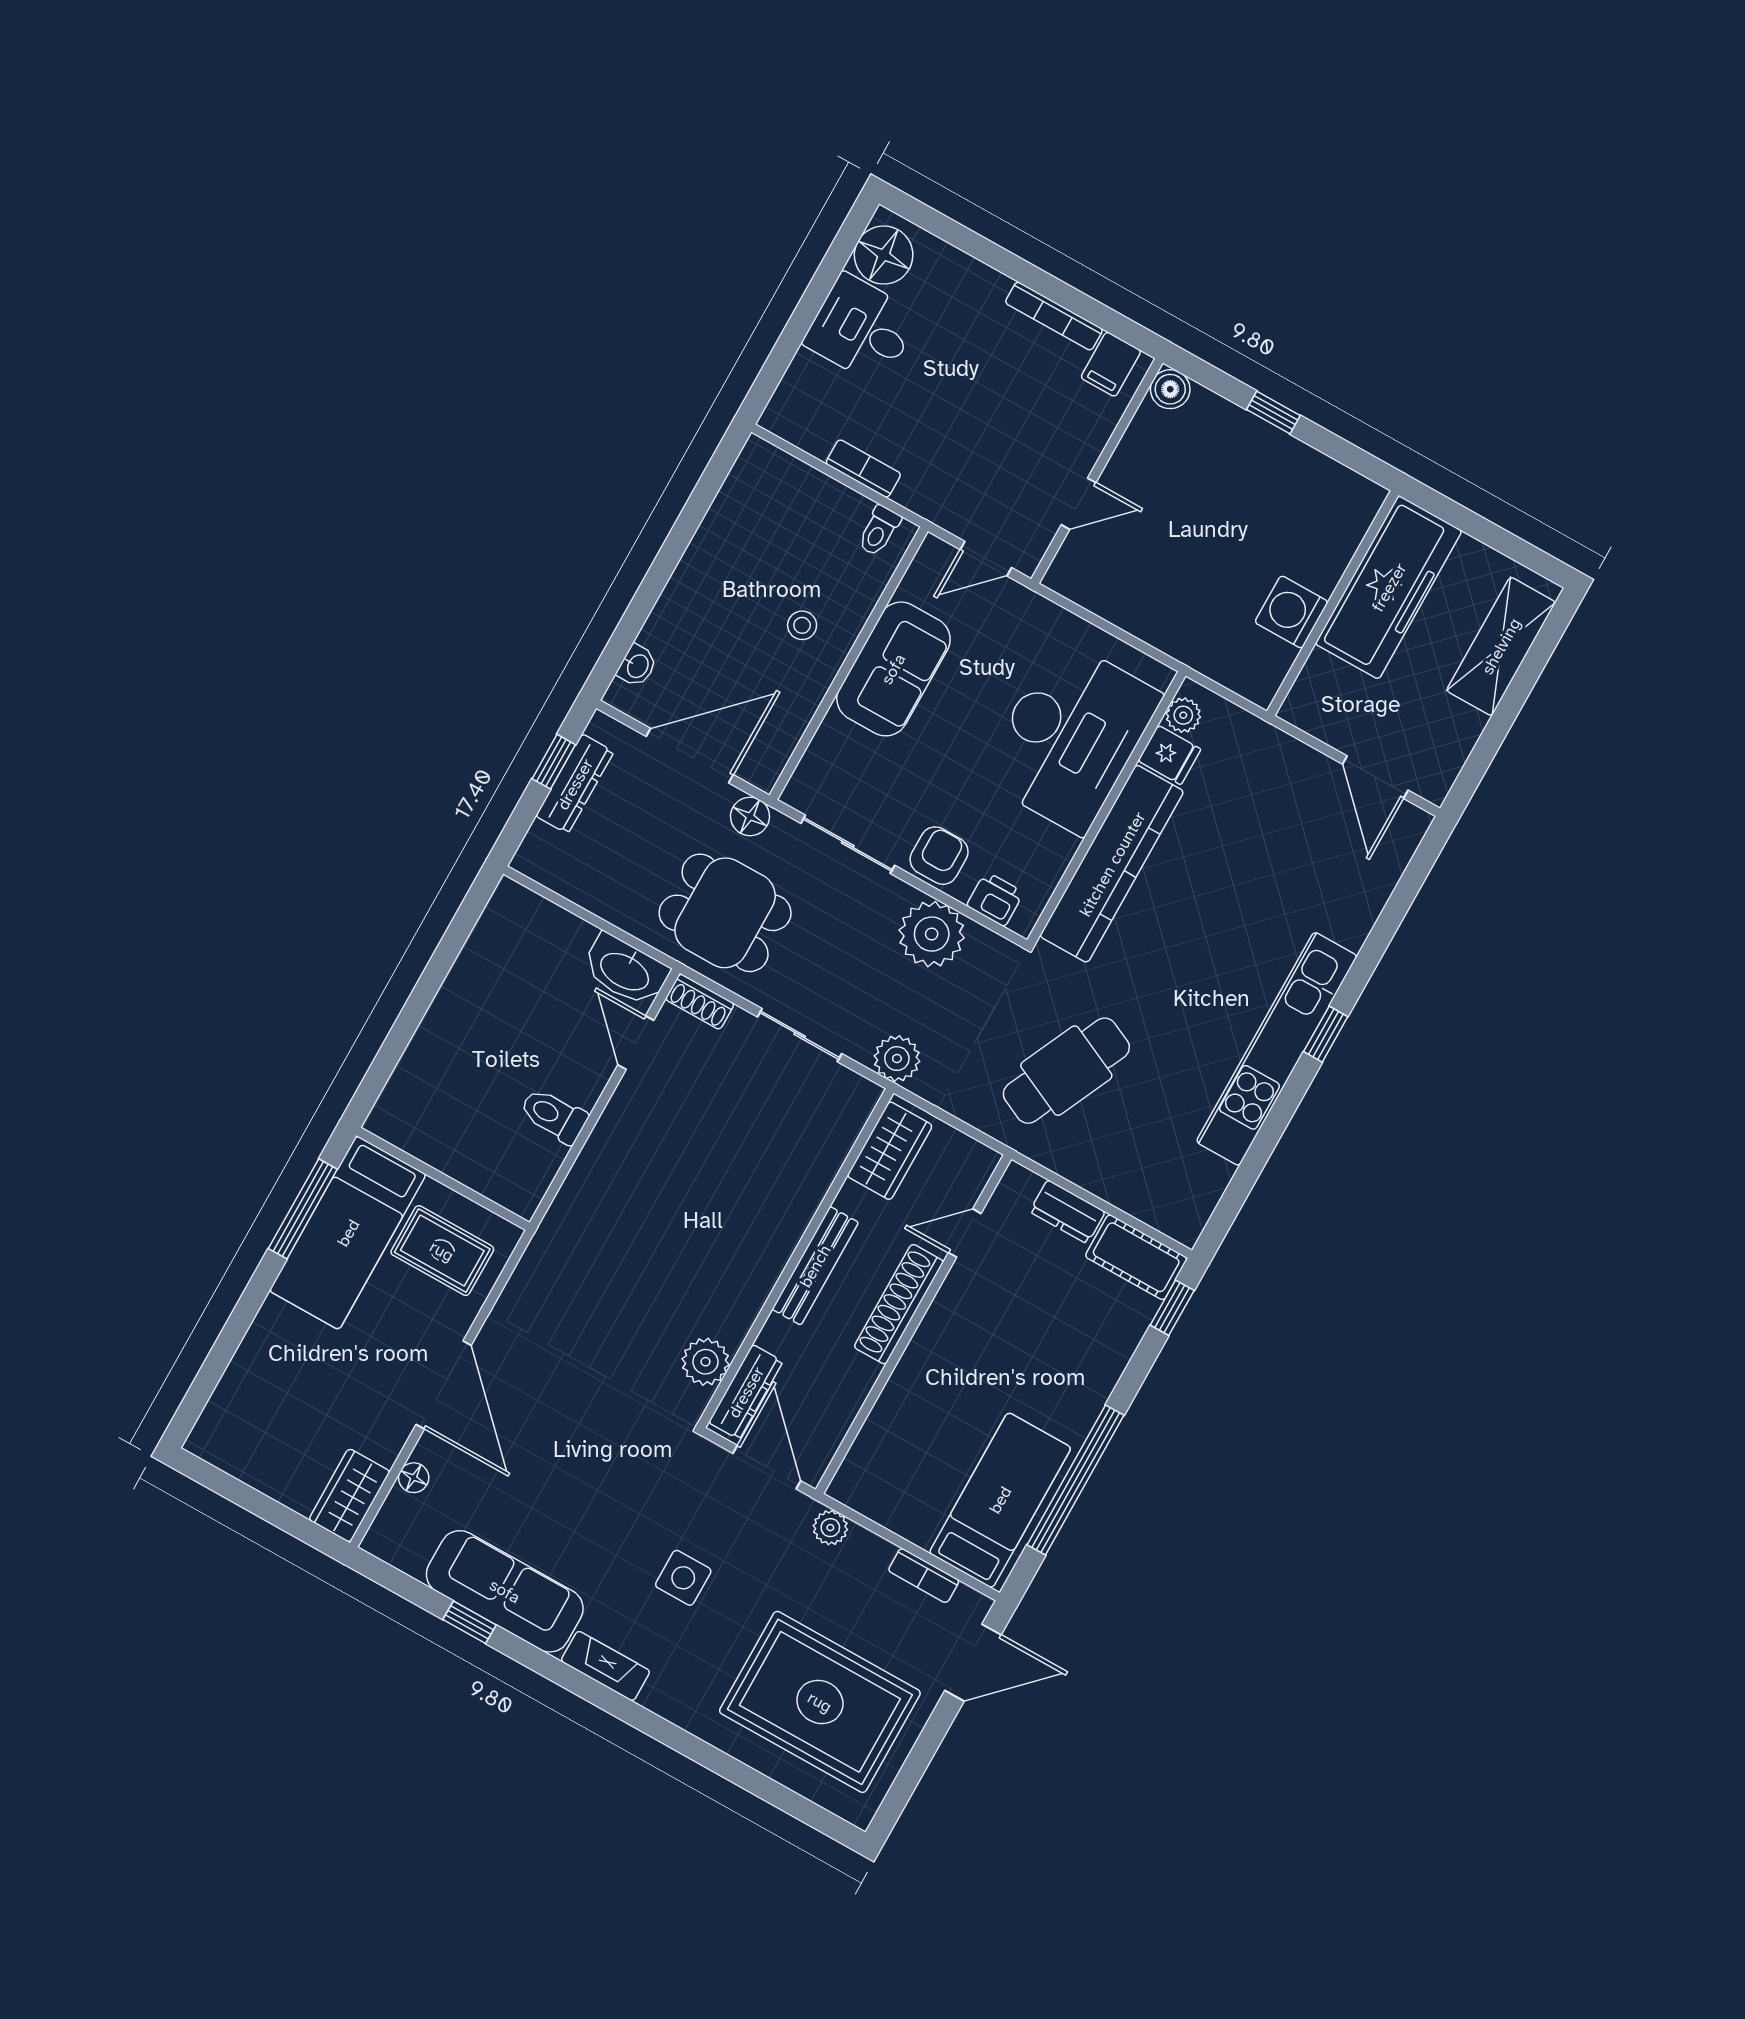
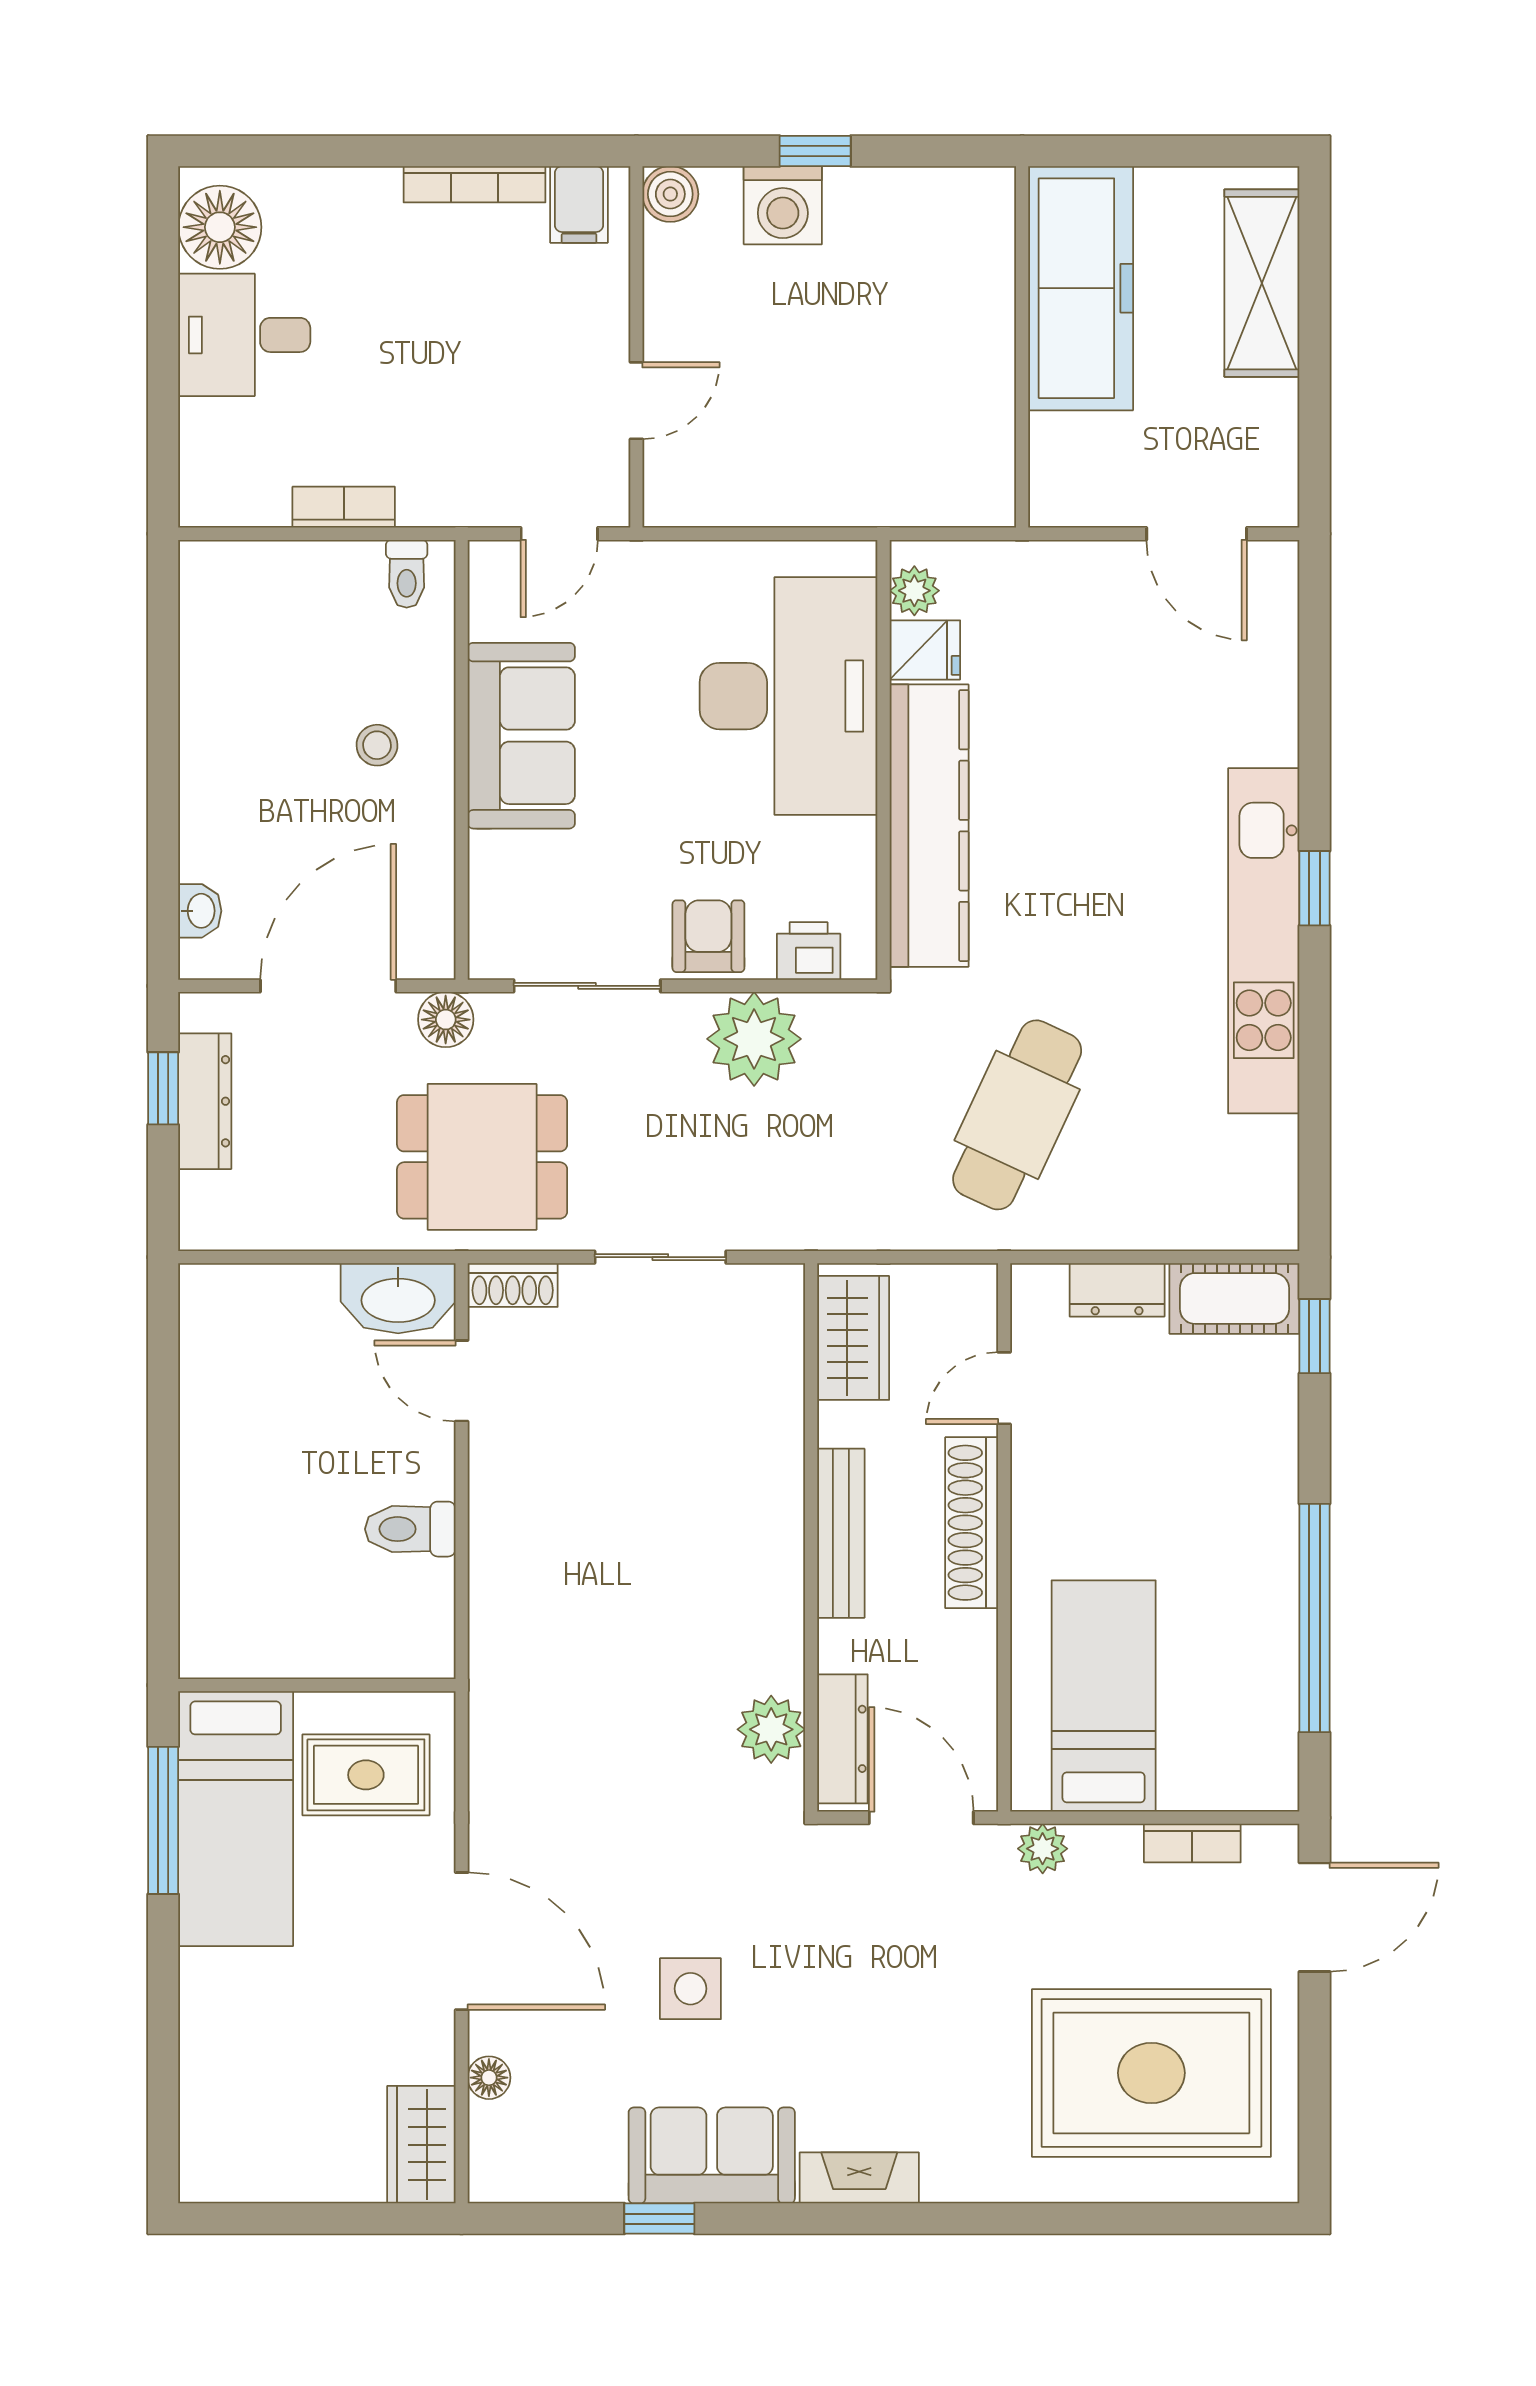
washing machine: (1291, 612) -> (783, 205), moved, turned -90
plant: (897, 1059) -> (798, 1218), removed
bed: (1000, 1500) -> (1104, 1696), moved
side table: (683, 1578) -> (690, 1989), moved
sofa: (505, 1591) -> (712, 2155), width x0.73

